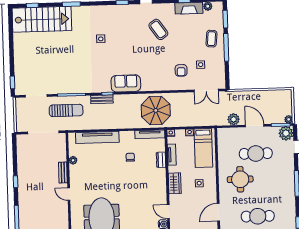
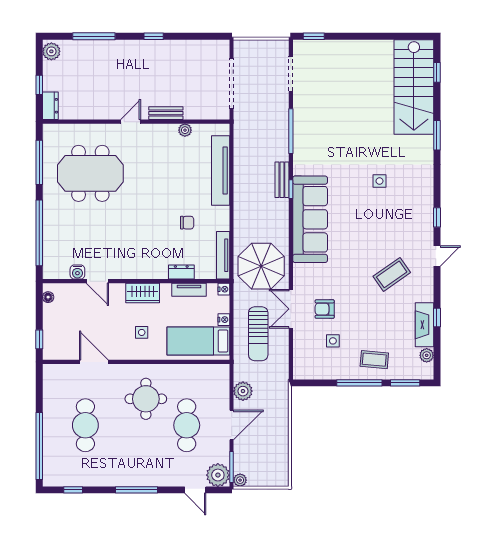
sofa: (126, 83) -> (310, 219), width x1.85, depth x1.27
double door: (206, 91) -> (291, 309), moved
sun lounger: (66, 110) -> (258, 334), moved
door: (168, 212) -> (97, 281), swing flipped

